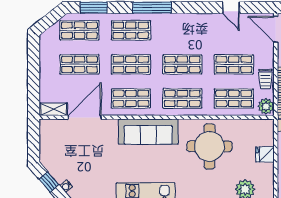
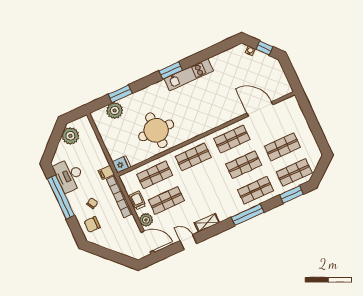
shop shelf: (182, 64) -> (205, 183), removed
plant: (266, 106) -> (146, 220), moved
shelving: (53, 109) -> (207, 223), moved
door: (85, 117) -> (260, 109), swing flipped
sofa: (148, 132) -> (207, 120), removed
fridge: (265, 154) -> (121, 164), moved

